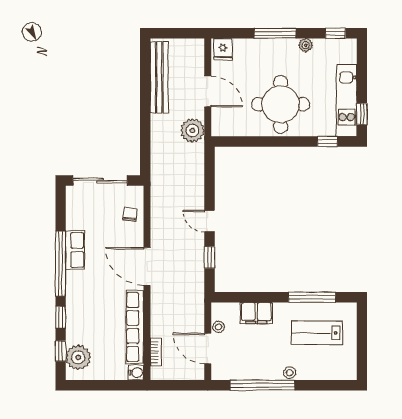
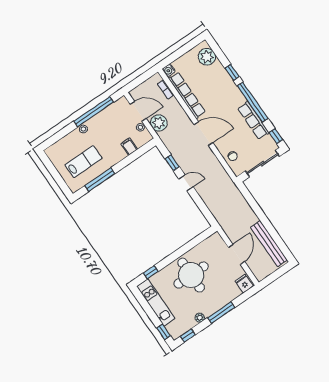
door: (208, 91) -> (237, 254), swing flipped
window: (362, 114) -> (164, 332), moved
plant: (192, 130) -> (159, 123), moved
row of seats: (75, 250) -> (253, 120), width x1.48
filing cabinet: (256, 313) -> (129, 147), width x0.50
window: (61, 351) -> (276, 136), moved

